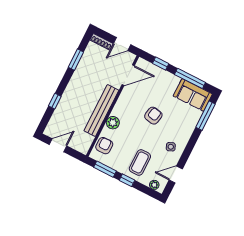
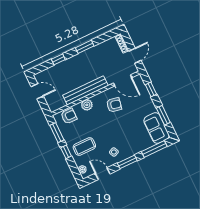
door: (122, 44) -> (135, 56), swing flipped
window: (76, 60) -> (85, 47), moved
window: (190, 78) -> (163, 115), width x0.69
armchair: (153, 116) -> (114, 105), moved
window: (190, 146) -> (127, 162), added

